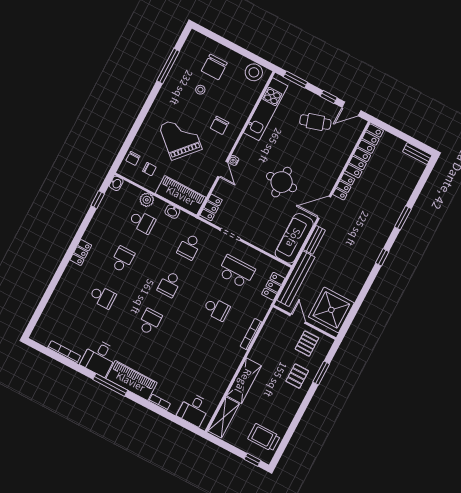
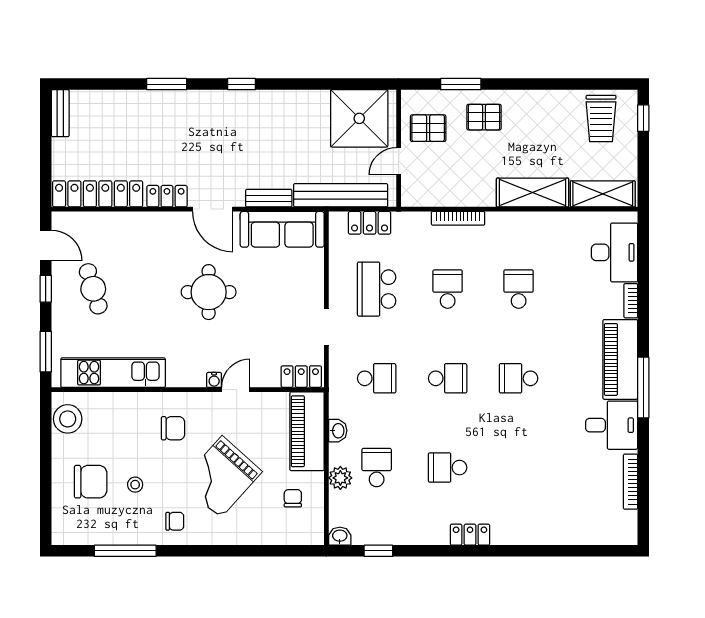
chair: (133, 158) -> (175, 521), moved
school desk: (103, 297) -> (519, 289), moved
desk: (194, 409) -> (614, 252), width x1.37

